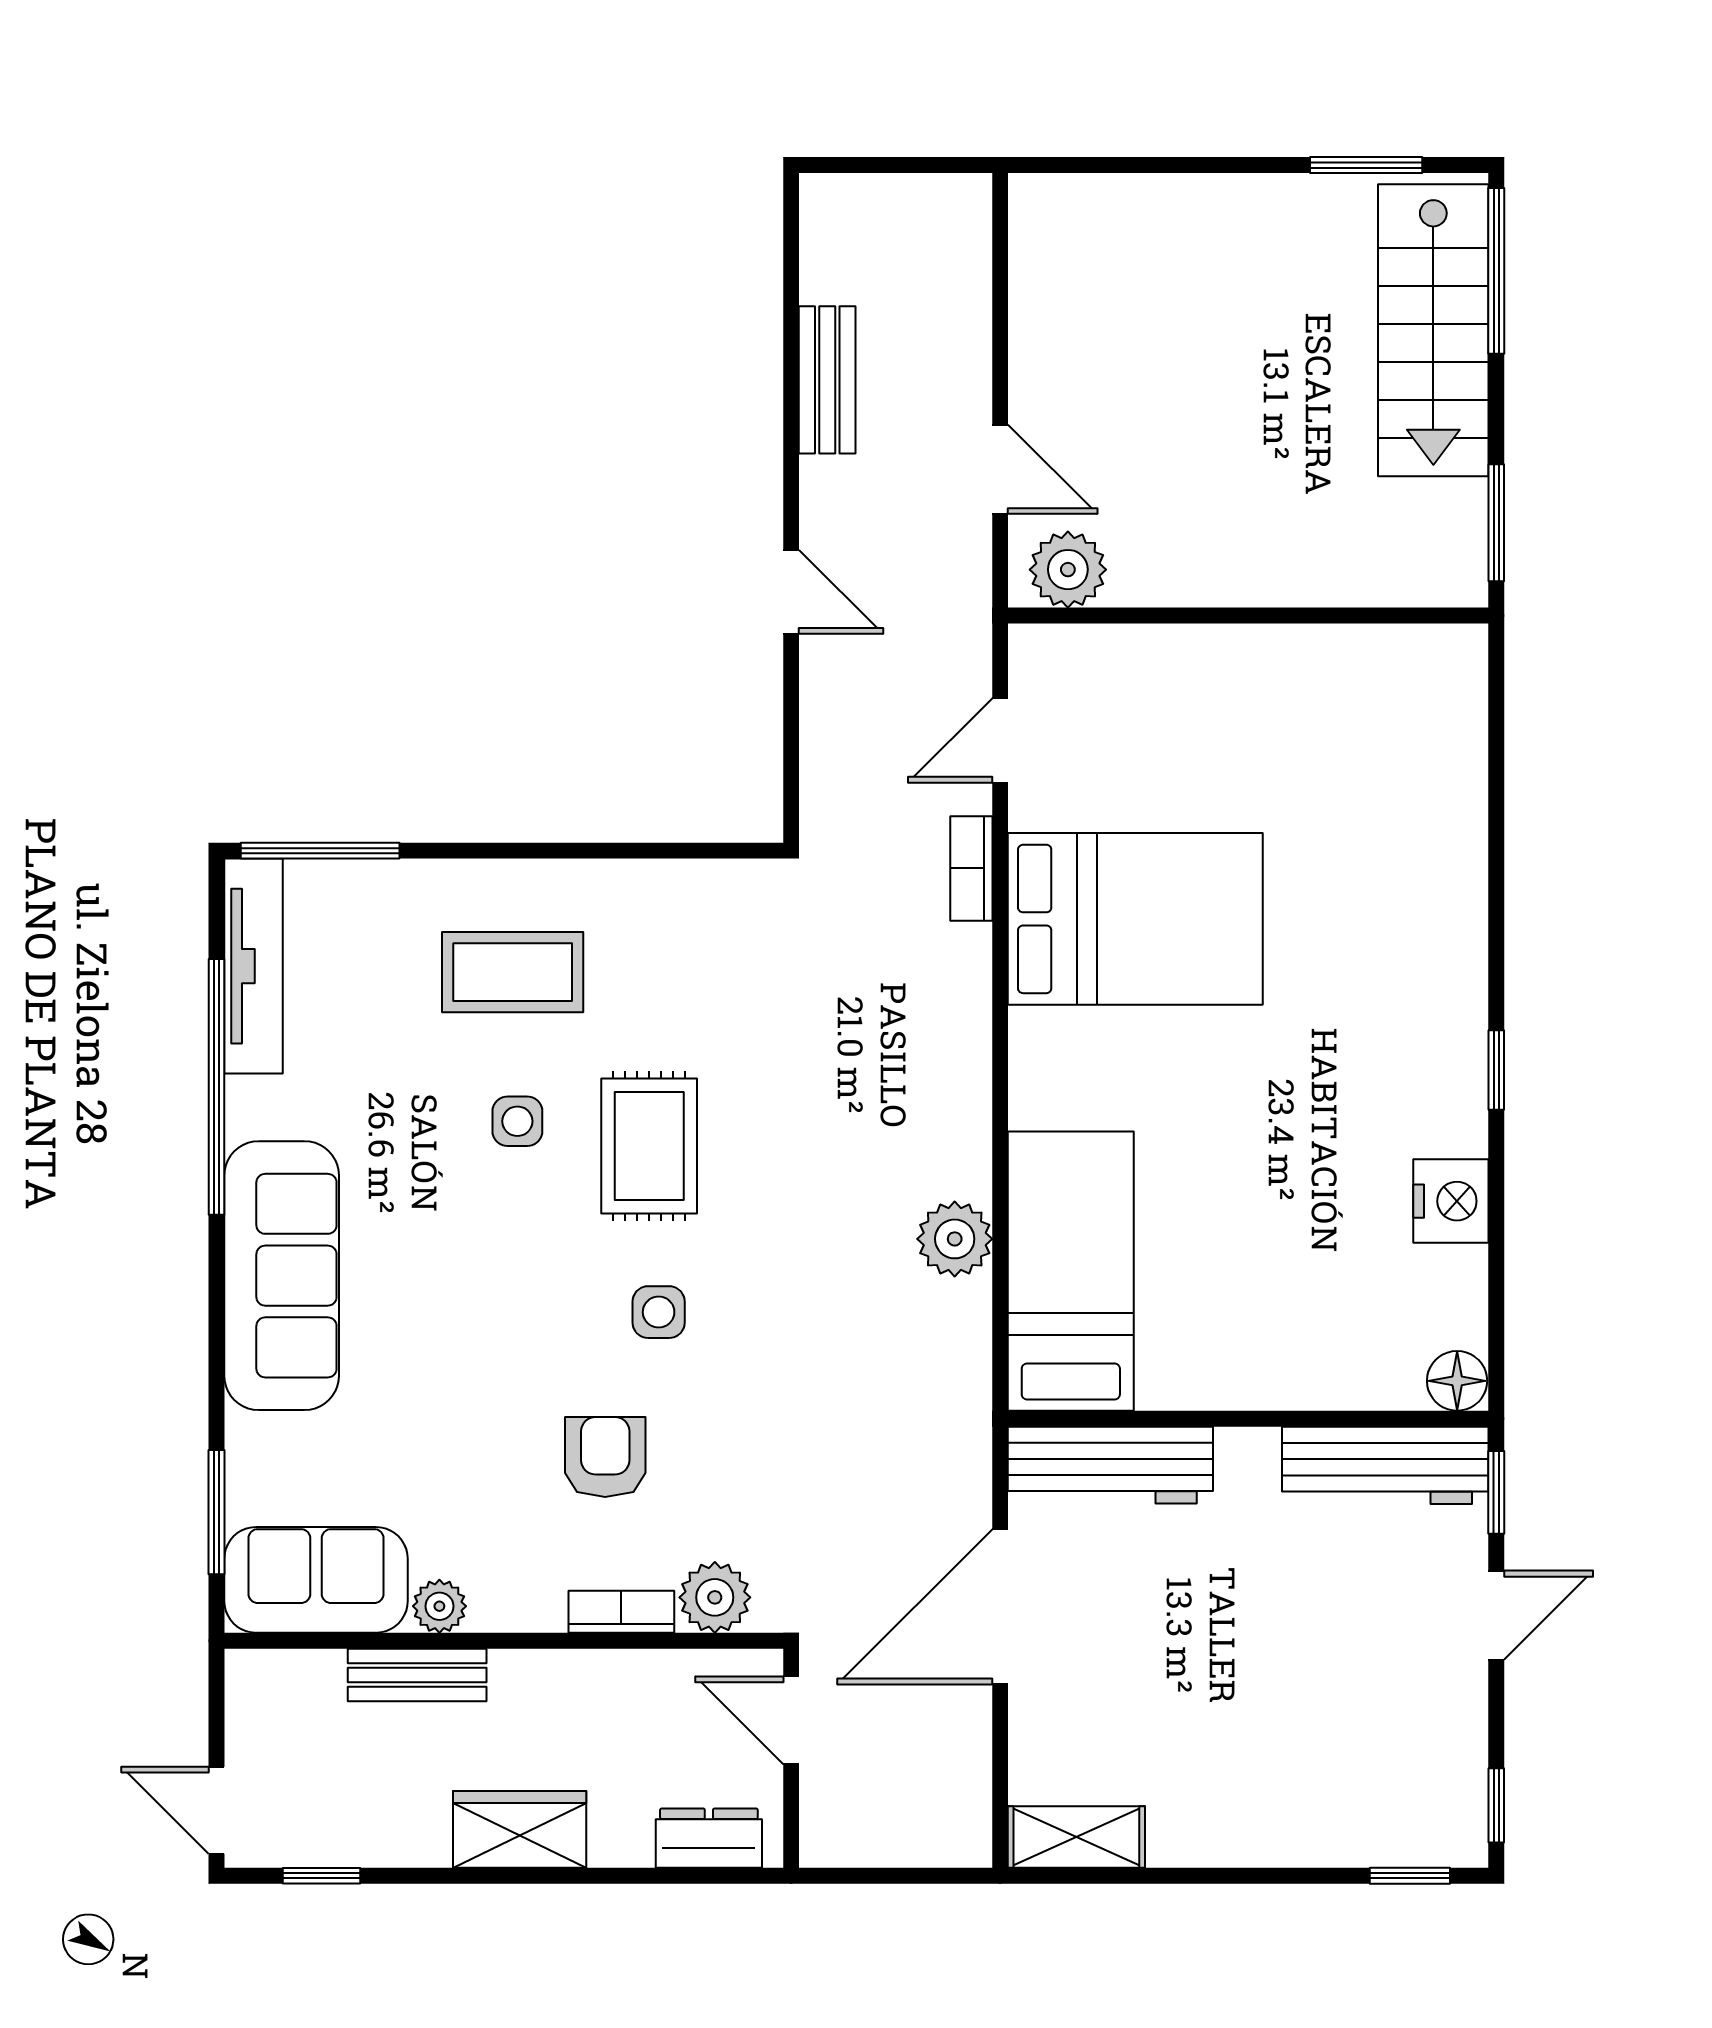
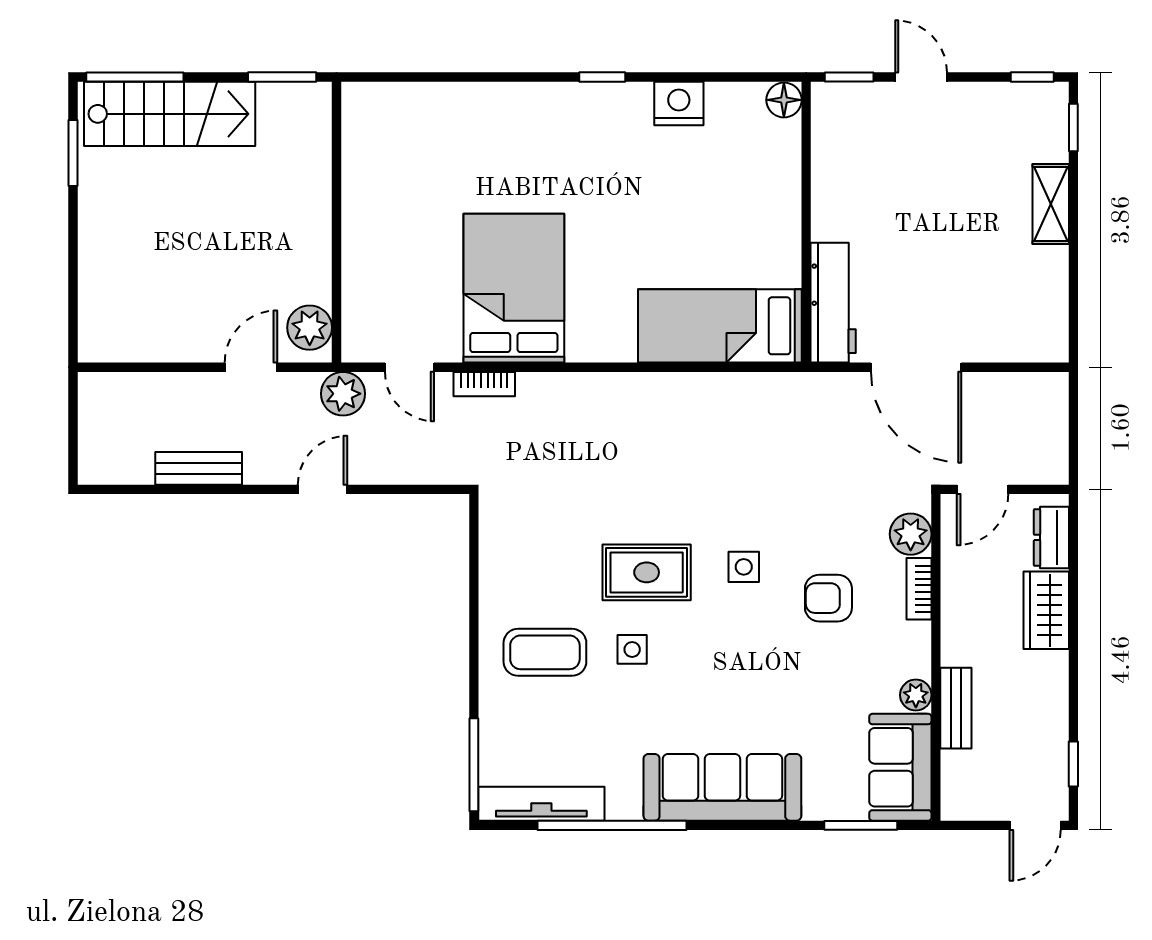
coffee table: (513, 972) -> (545, 652), turned 90
plant: (955, 1239) -> (343, 394), moved
workbench: (1385, 1465) -> (833, 142), removed
wardrobe: (520, 1829) -> (1046, 610), moved
shelving: (1076, 1837) -> (1051, 204), moved

